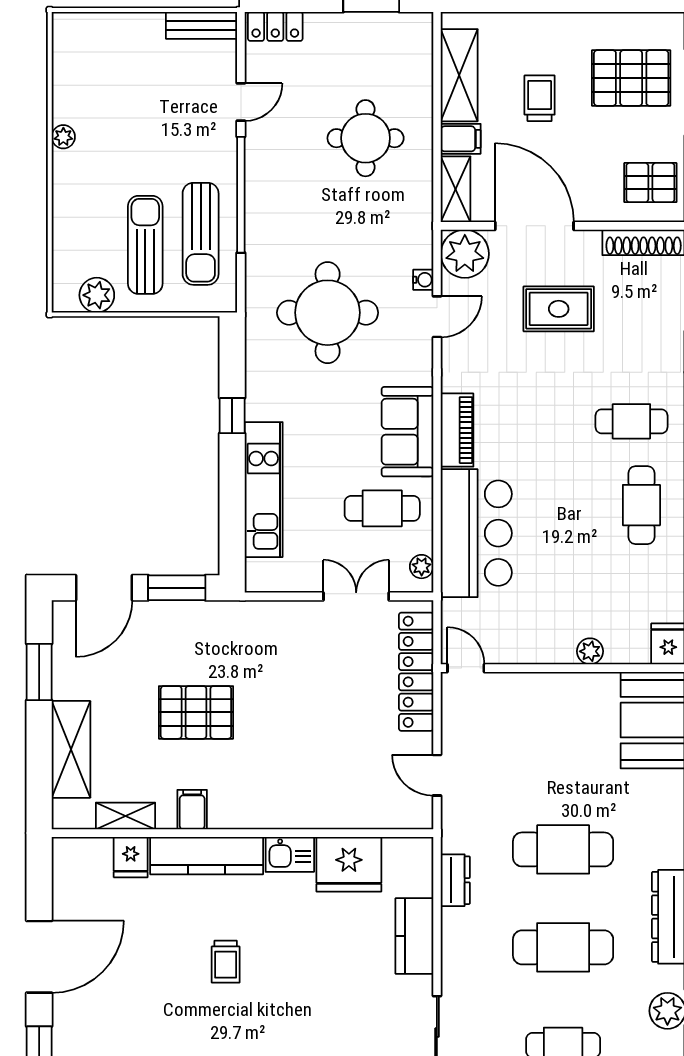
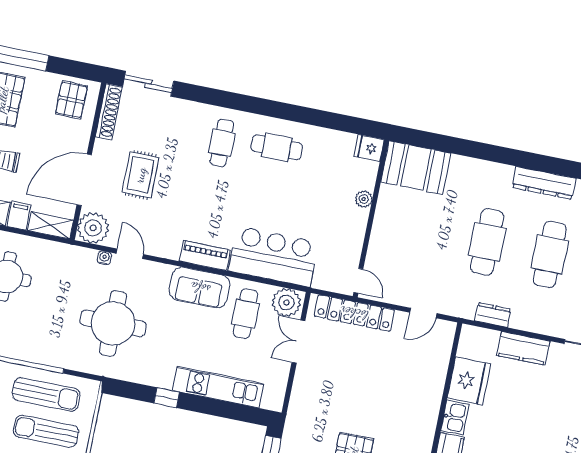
plant: (422, 567) -> (286, 303), width x1.88, depth x1.88
door: (466, 668) -> (358, 281), swing flipped

